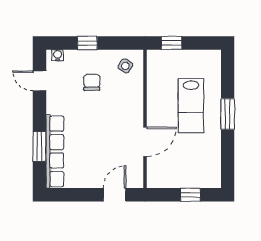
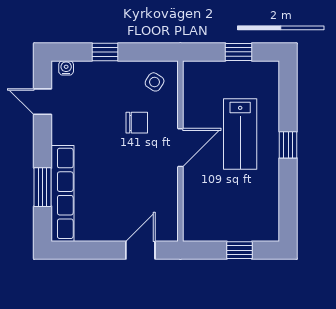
window: (172, 43) -> (239, 52), moved
chair: (92, 82) -> (137, 123), moved, turned 90
window: (228, 114) -> (288, 145), width x0.67
door: (145, 142) -> (180, 148), moved

